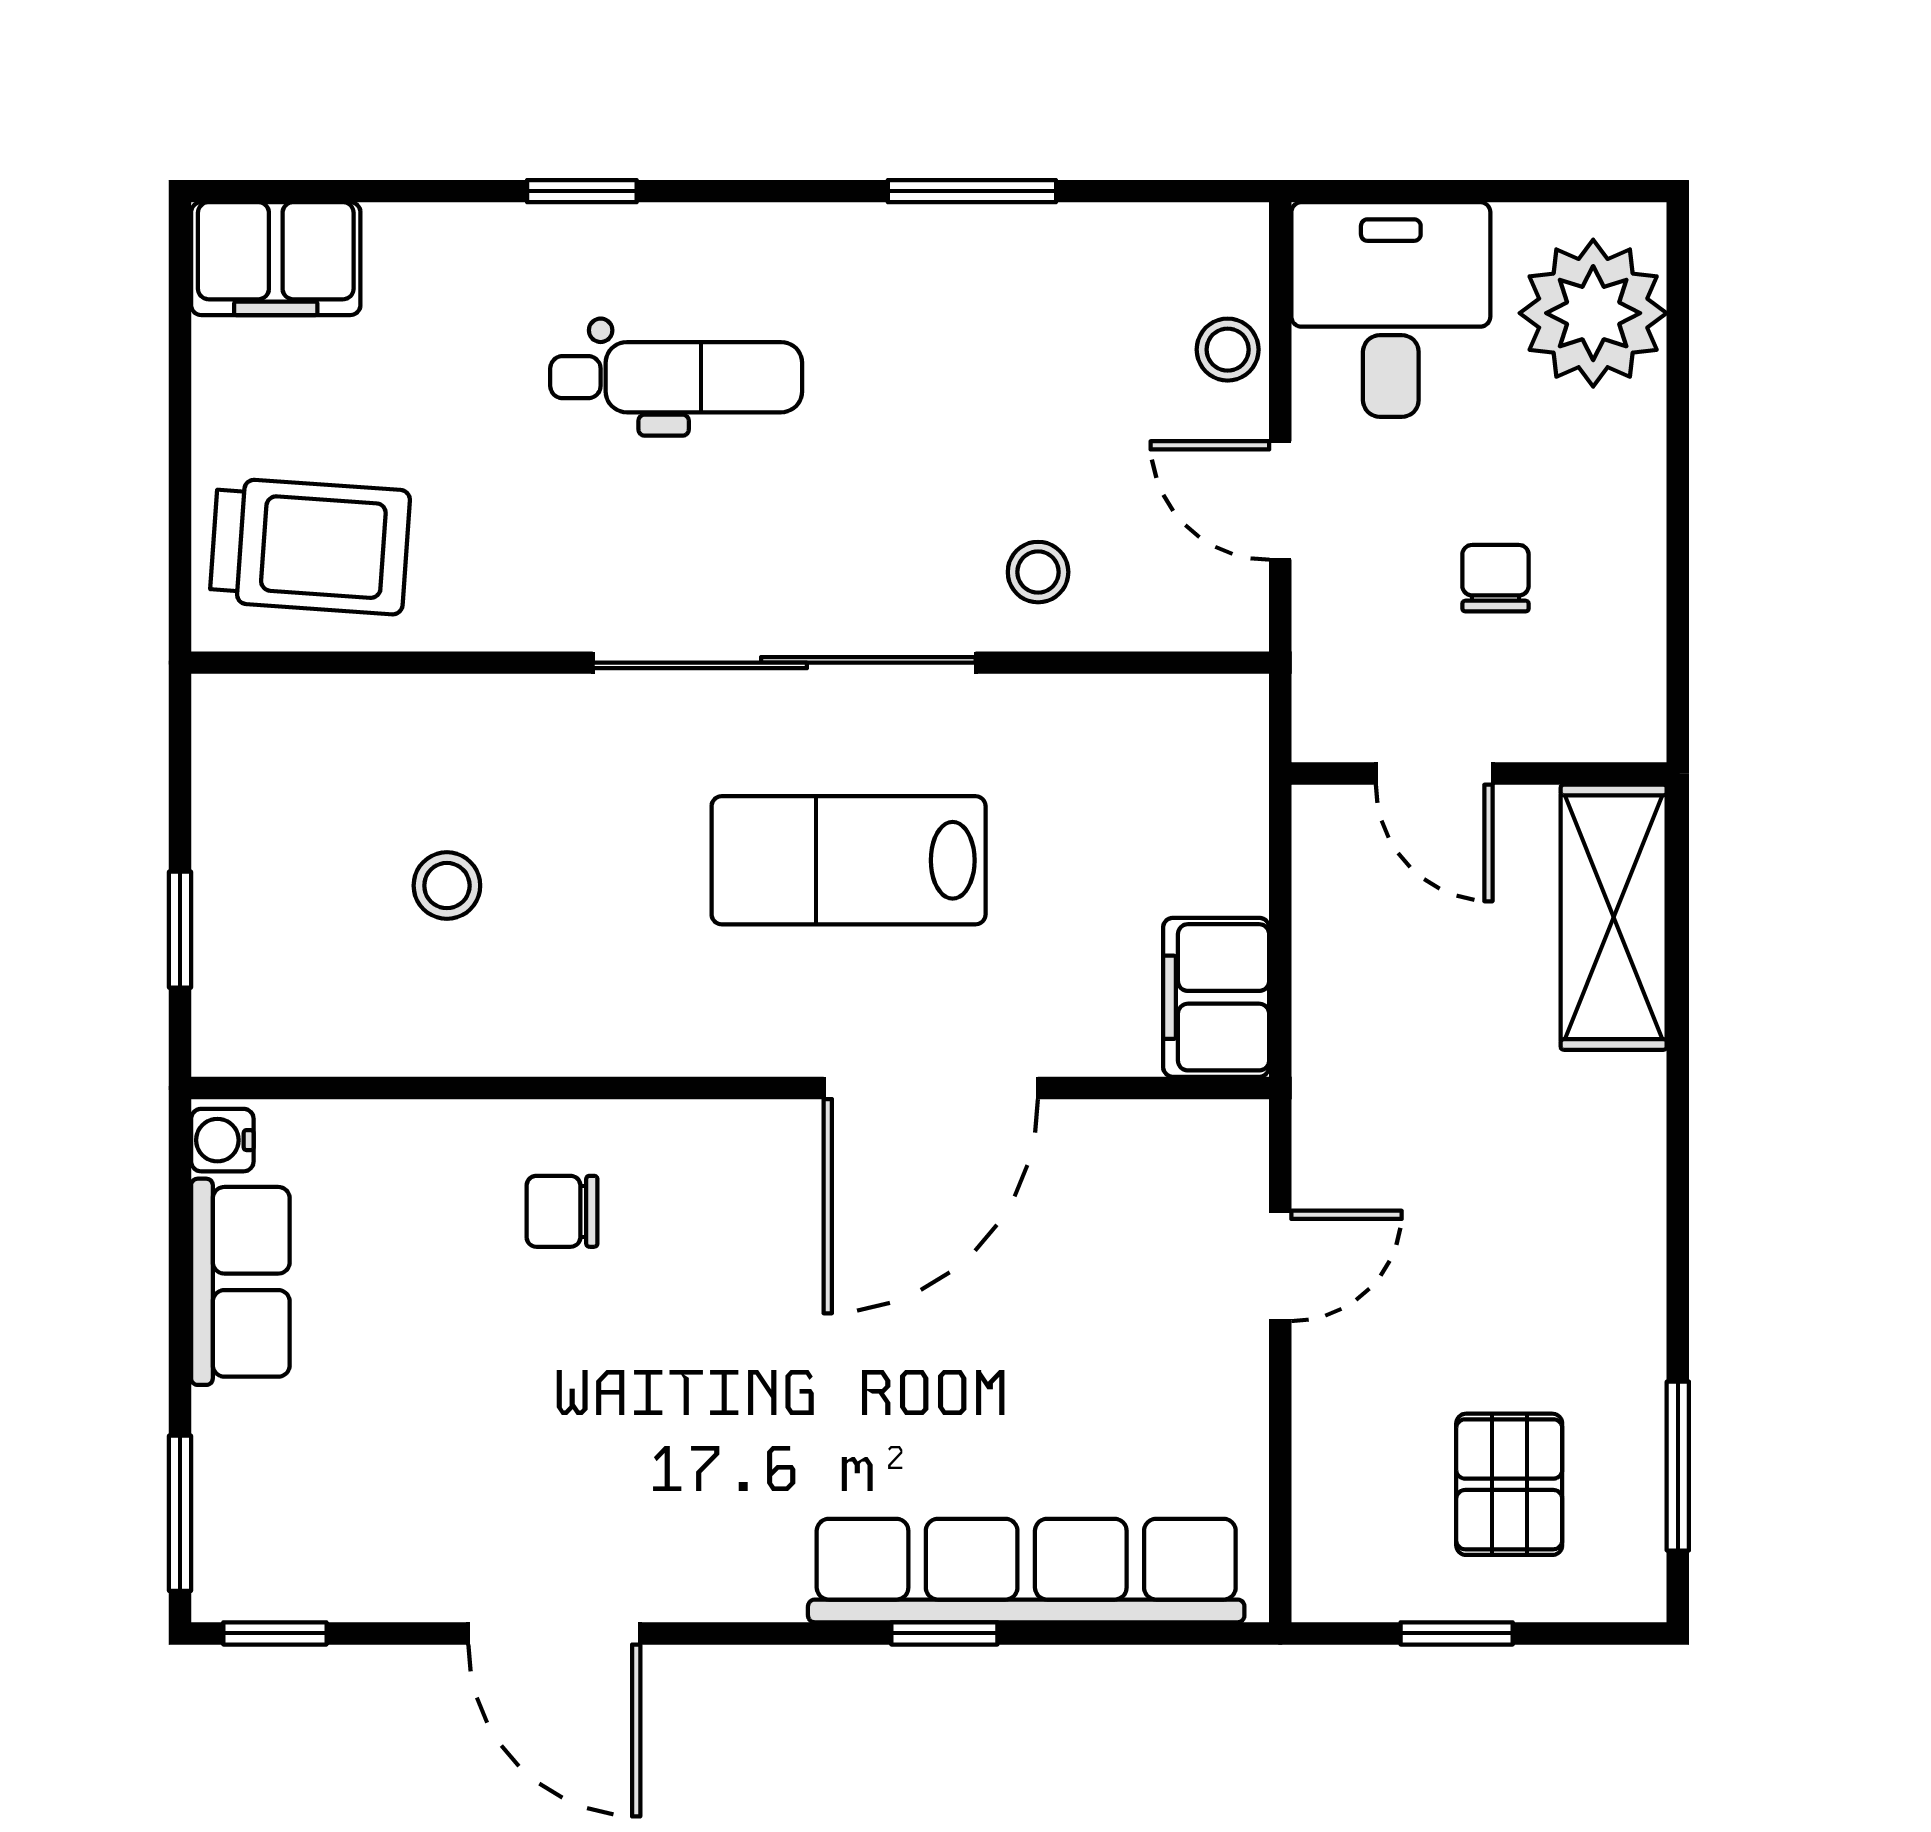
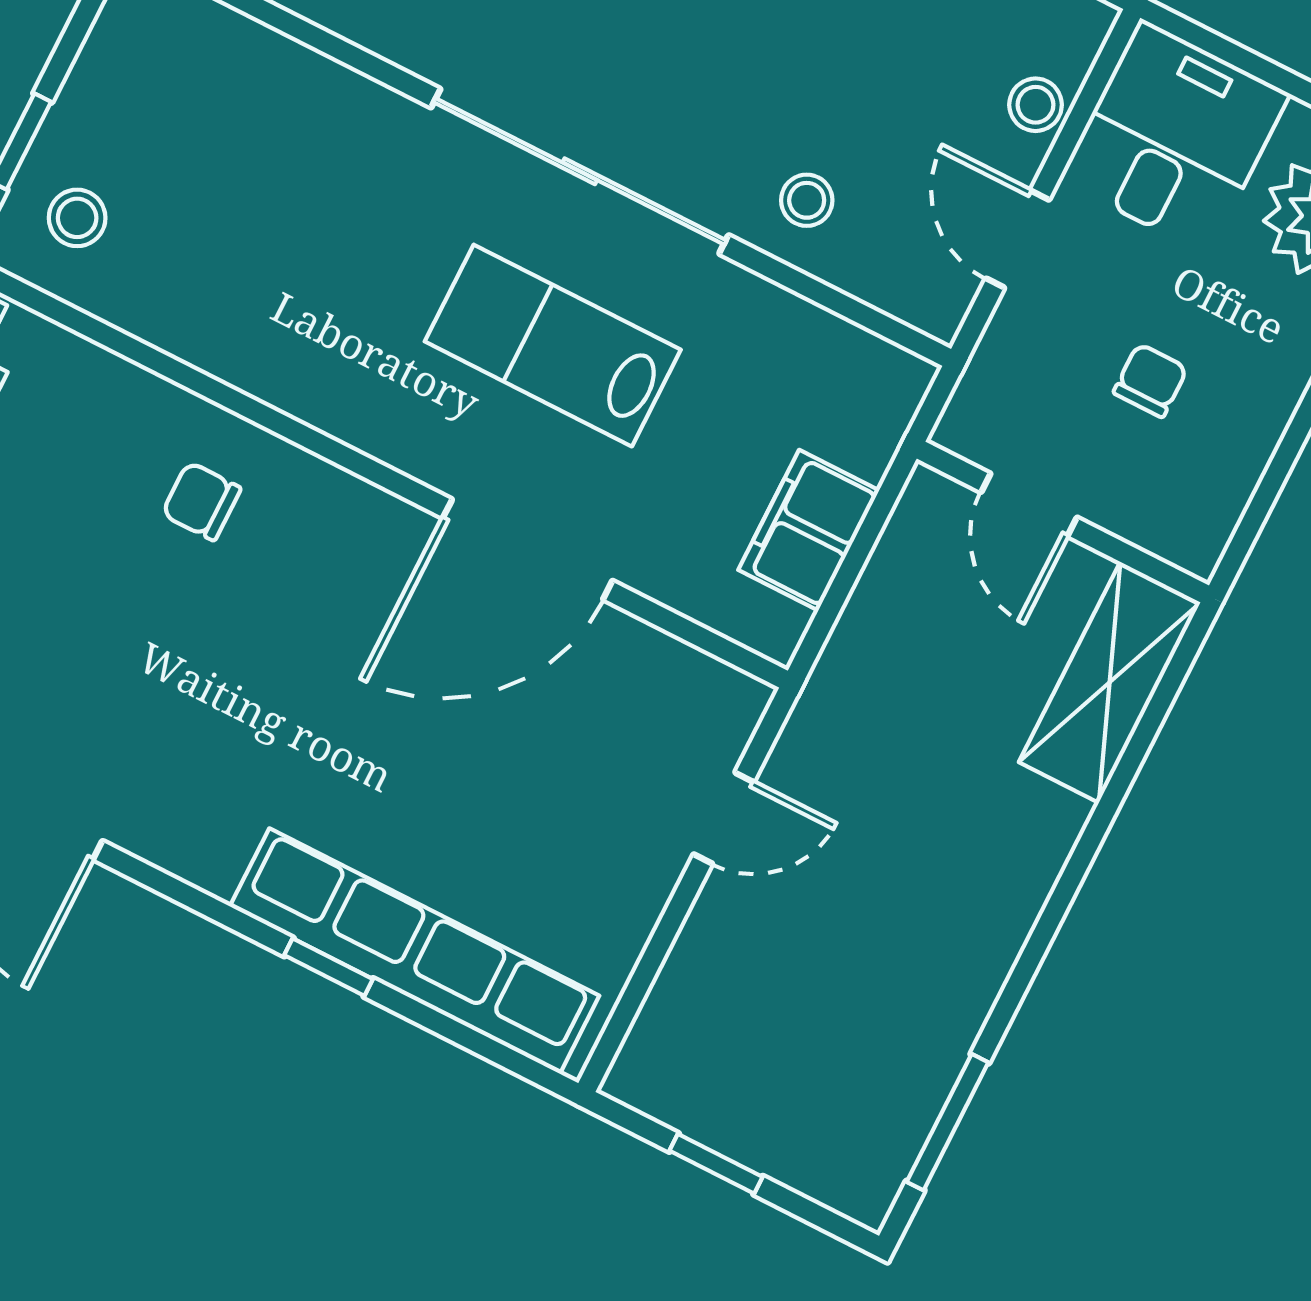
stool: (447, 886) -> (77, 218), moved
filing cabinet: (1216, 997) -> (809, 530), moved
pallet: (1509, 1484) -> (813, 1071), removed

